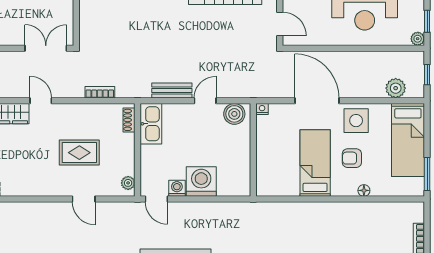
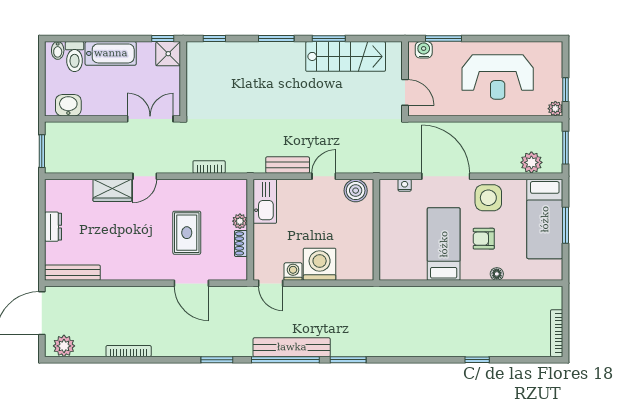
window: (427, 75) -> (566, 148), width x1.50
door: (41, 101) -> (145, 176), swing flipped
nightstand: (262, 109) -> (405, 185), moved
shoe rack: (129, 120) -> (241, 243), moved
rug: (79, 153) -> (187, 233), turned 90
window: (427, 174) -> (566, 225), moved
plant: (128, 183) -> (240, 221), moved
door: (84, 199) -> (191, 283), width x1.38

